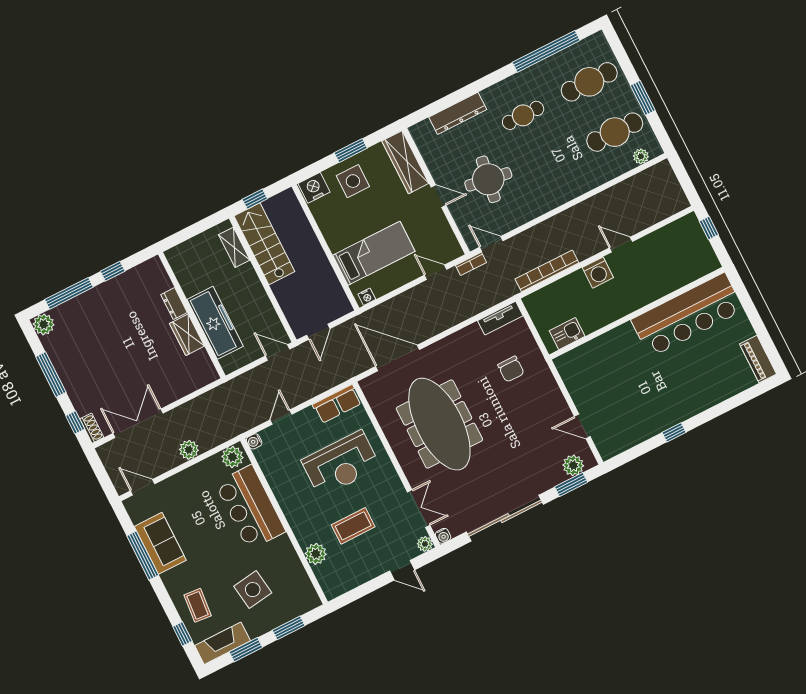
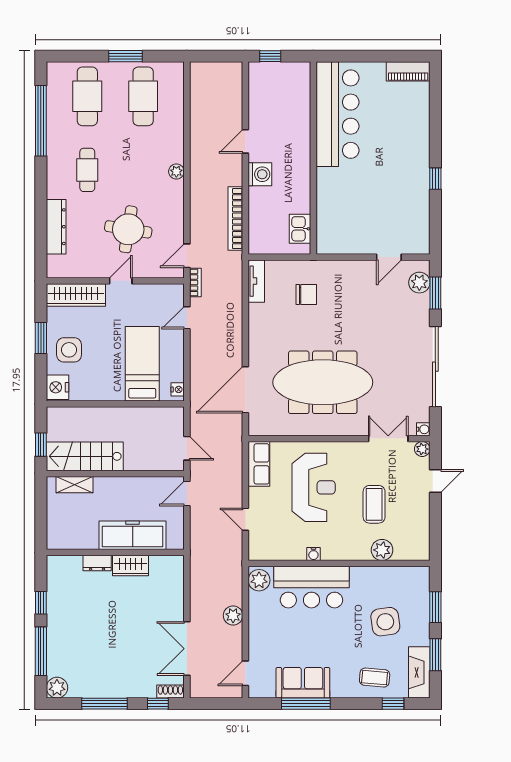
plant: (641, 156) -> (176, 172), moved
water cooler: (254, 441) -> (313, 554), moved

